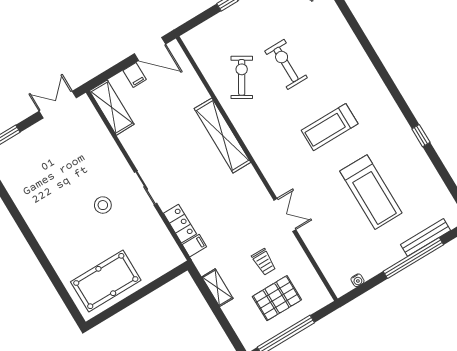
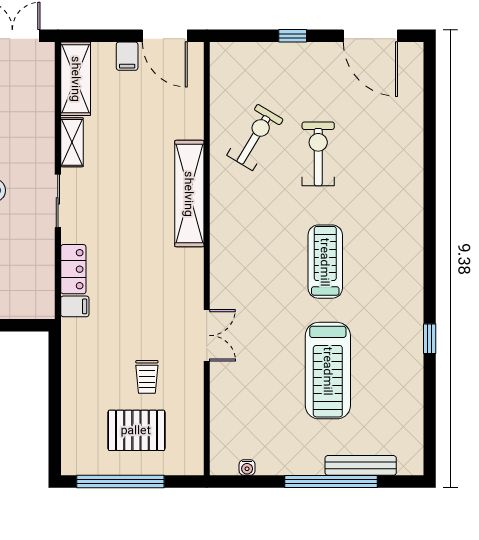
treadmill: (330, 127) -> (325, 262), turned 90
shelving: (217, 288) -> (72, 142), moved

